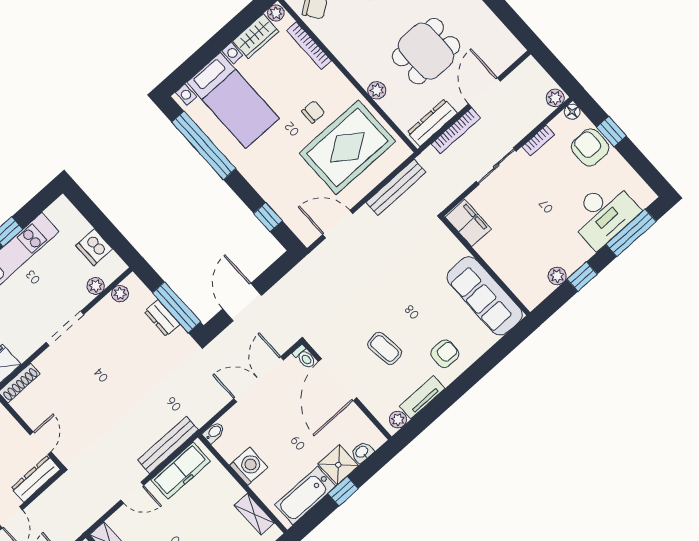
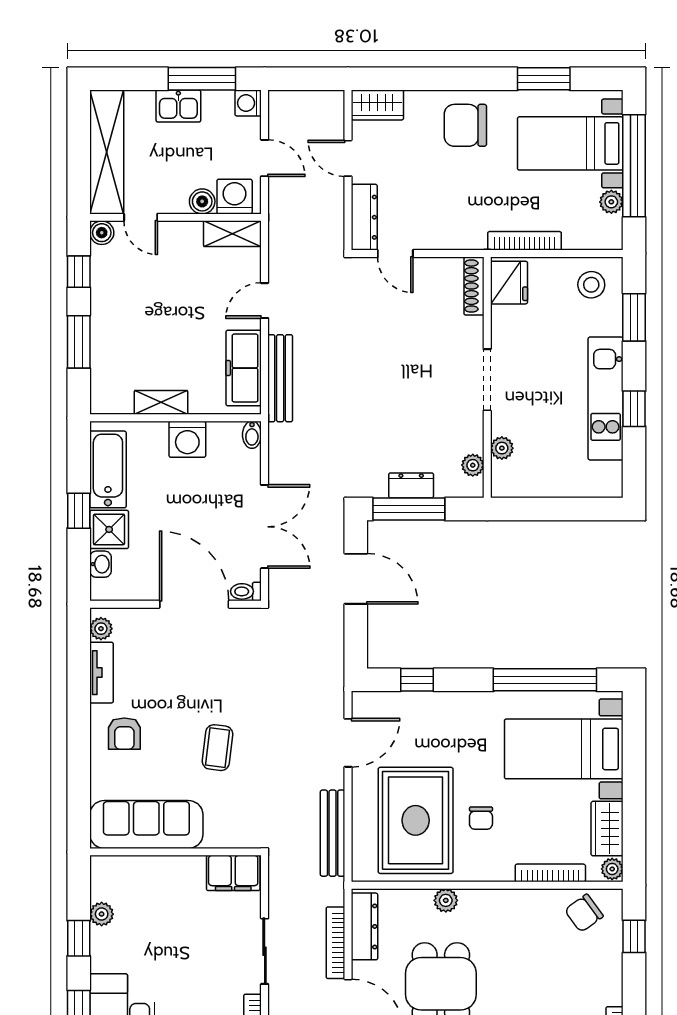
dishwasher: (94, 247) -> (542, 481), removed
coffee table: (385, 348) -> (217, 748), moved, turned -76
shelving: (254, 514) -> (161, 402), moved

